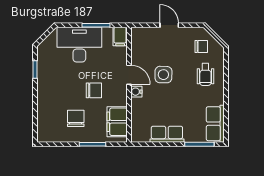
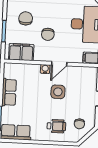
wheelchair: (205, 74) -> (56, 126), turned 180
chair: (76, 118) -> (26, 18), turned -90

